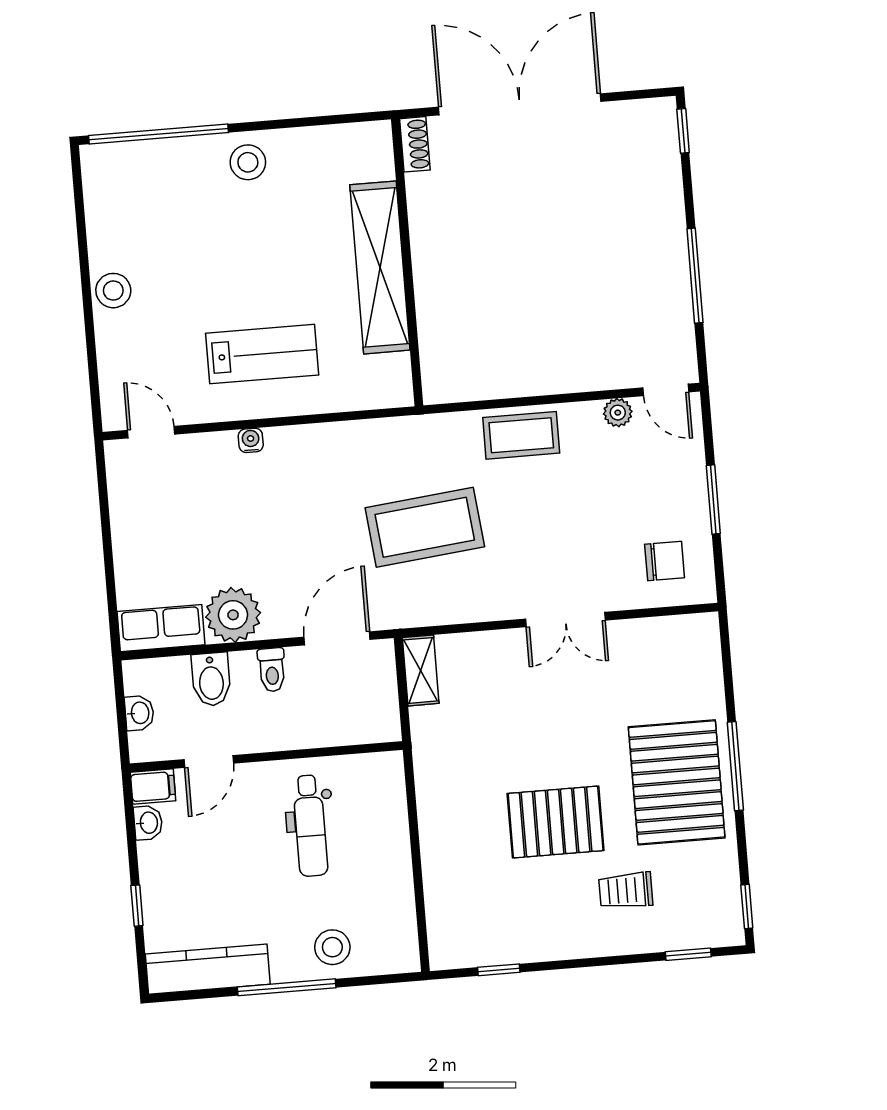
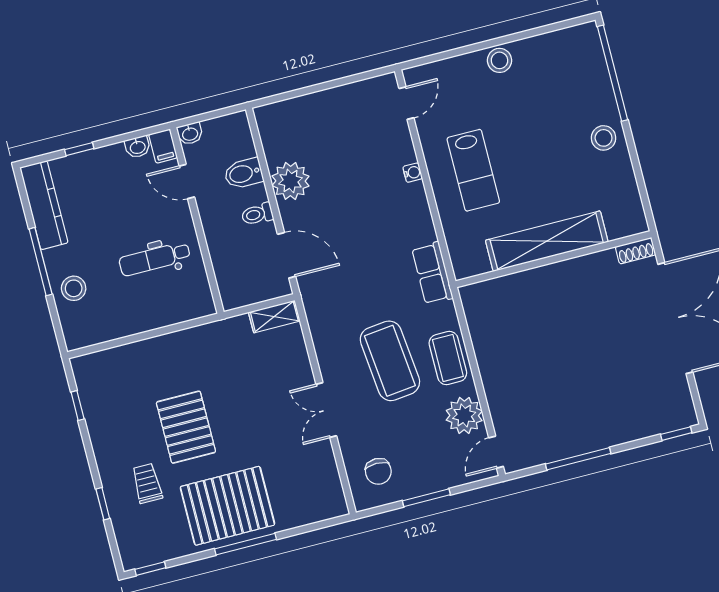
plant: (618, 413) -> (464, 415), width x1.88, depth x1.88
coffee table: (425, 527) -> (390, 361), moved
row of seats: (161, 628) -> (432, 273), moved, turned 180
washbasin: (139, 713) -> (190, 134), moved
window: (688, 954) -> (103, 504), moved

